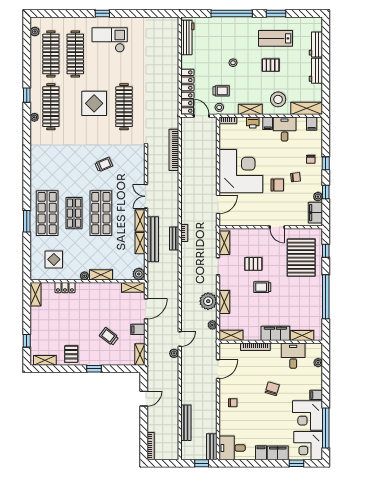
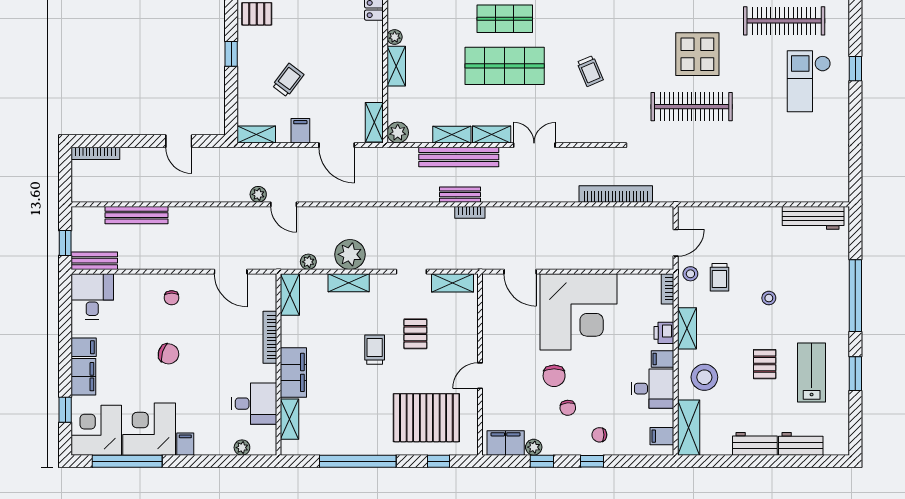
checkout: (110, 40) -> (809, 81), turned 180
locker: (187, 92) -> (718, 218), removed
chair: (272, 389) -> (168, 354), moved

